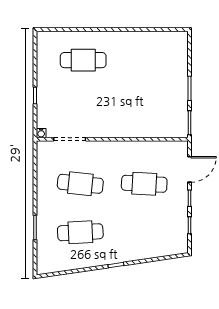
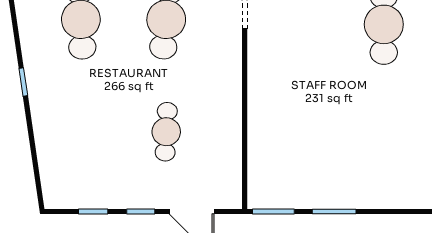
cafe table: (144, 184) -> (166, 132), width x0.73, depth x0.74

